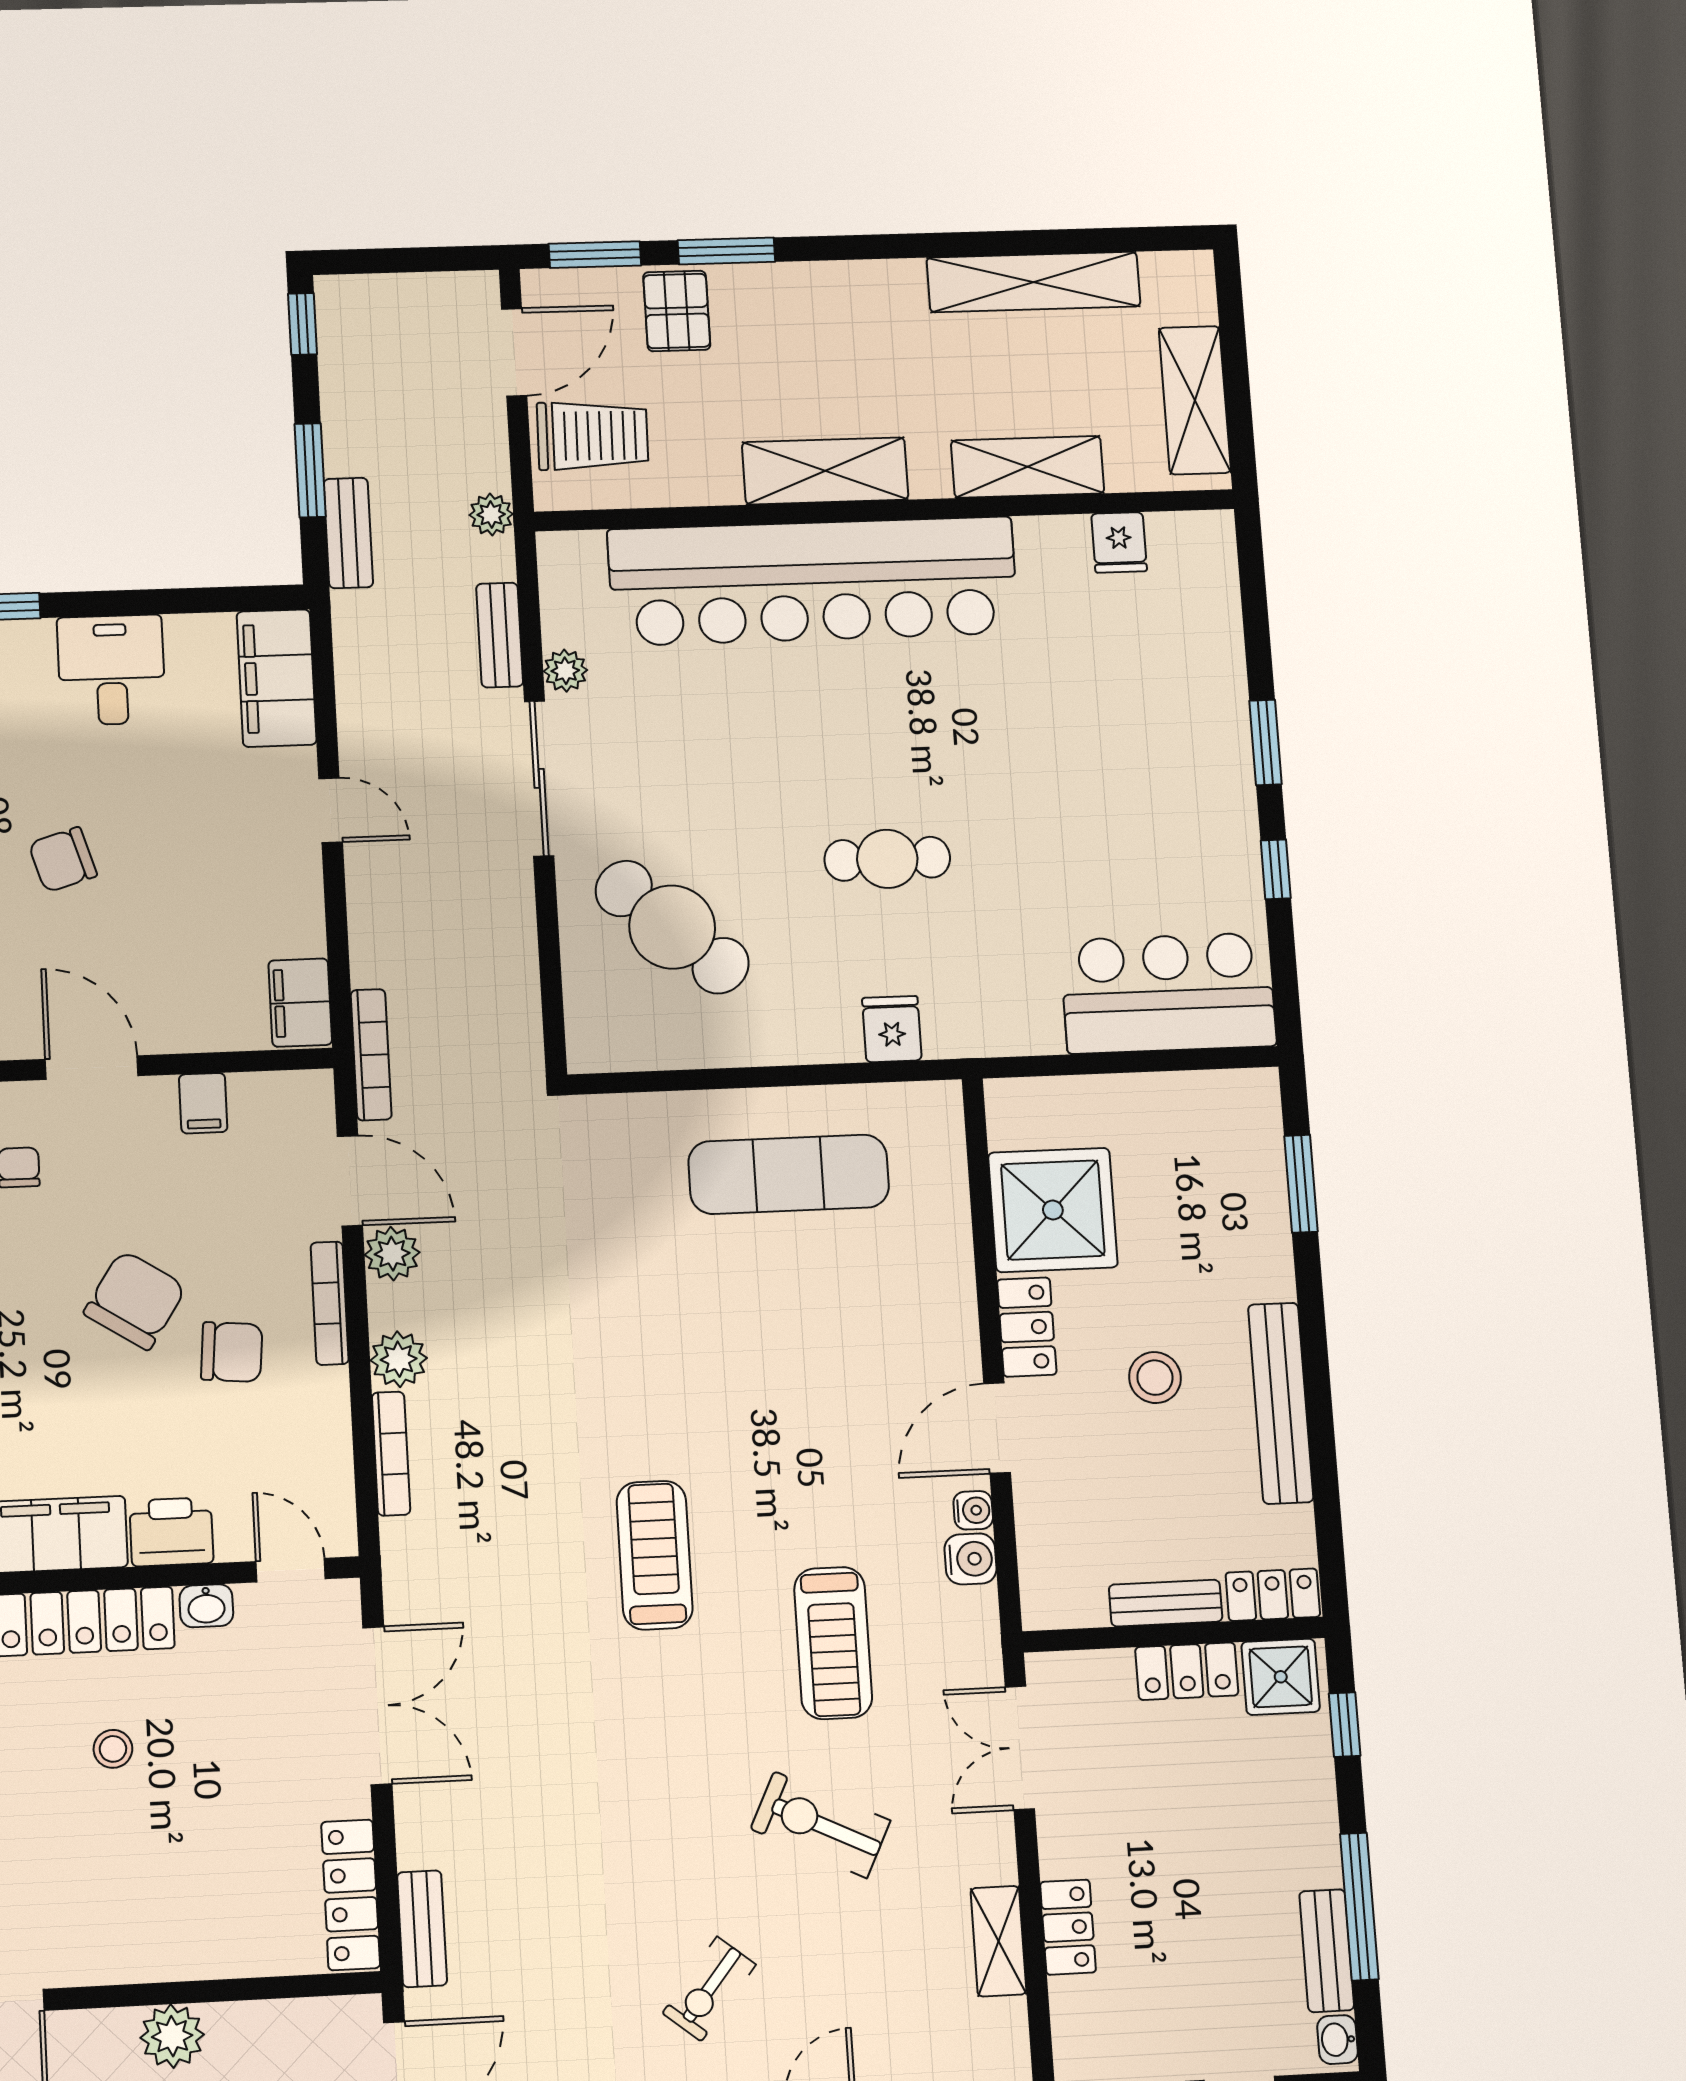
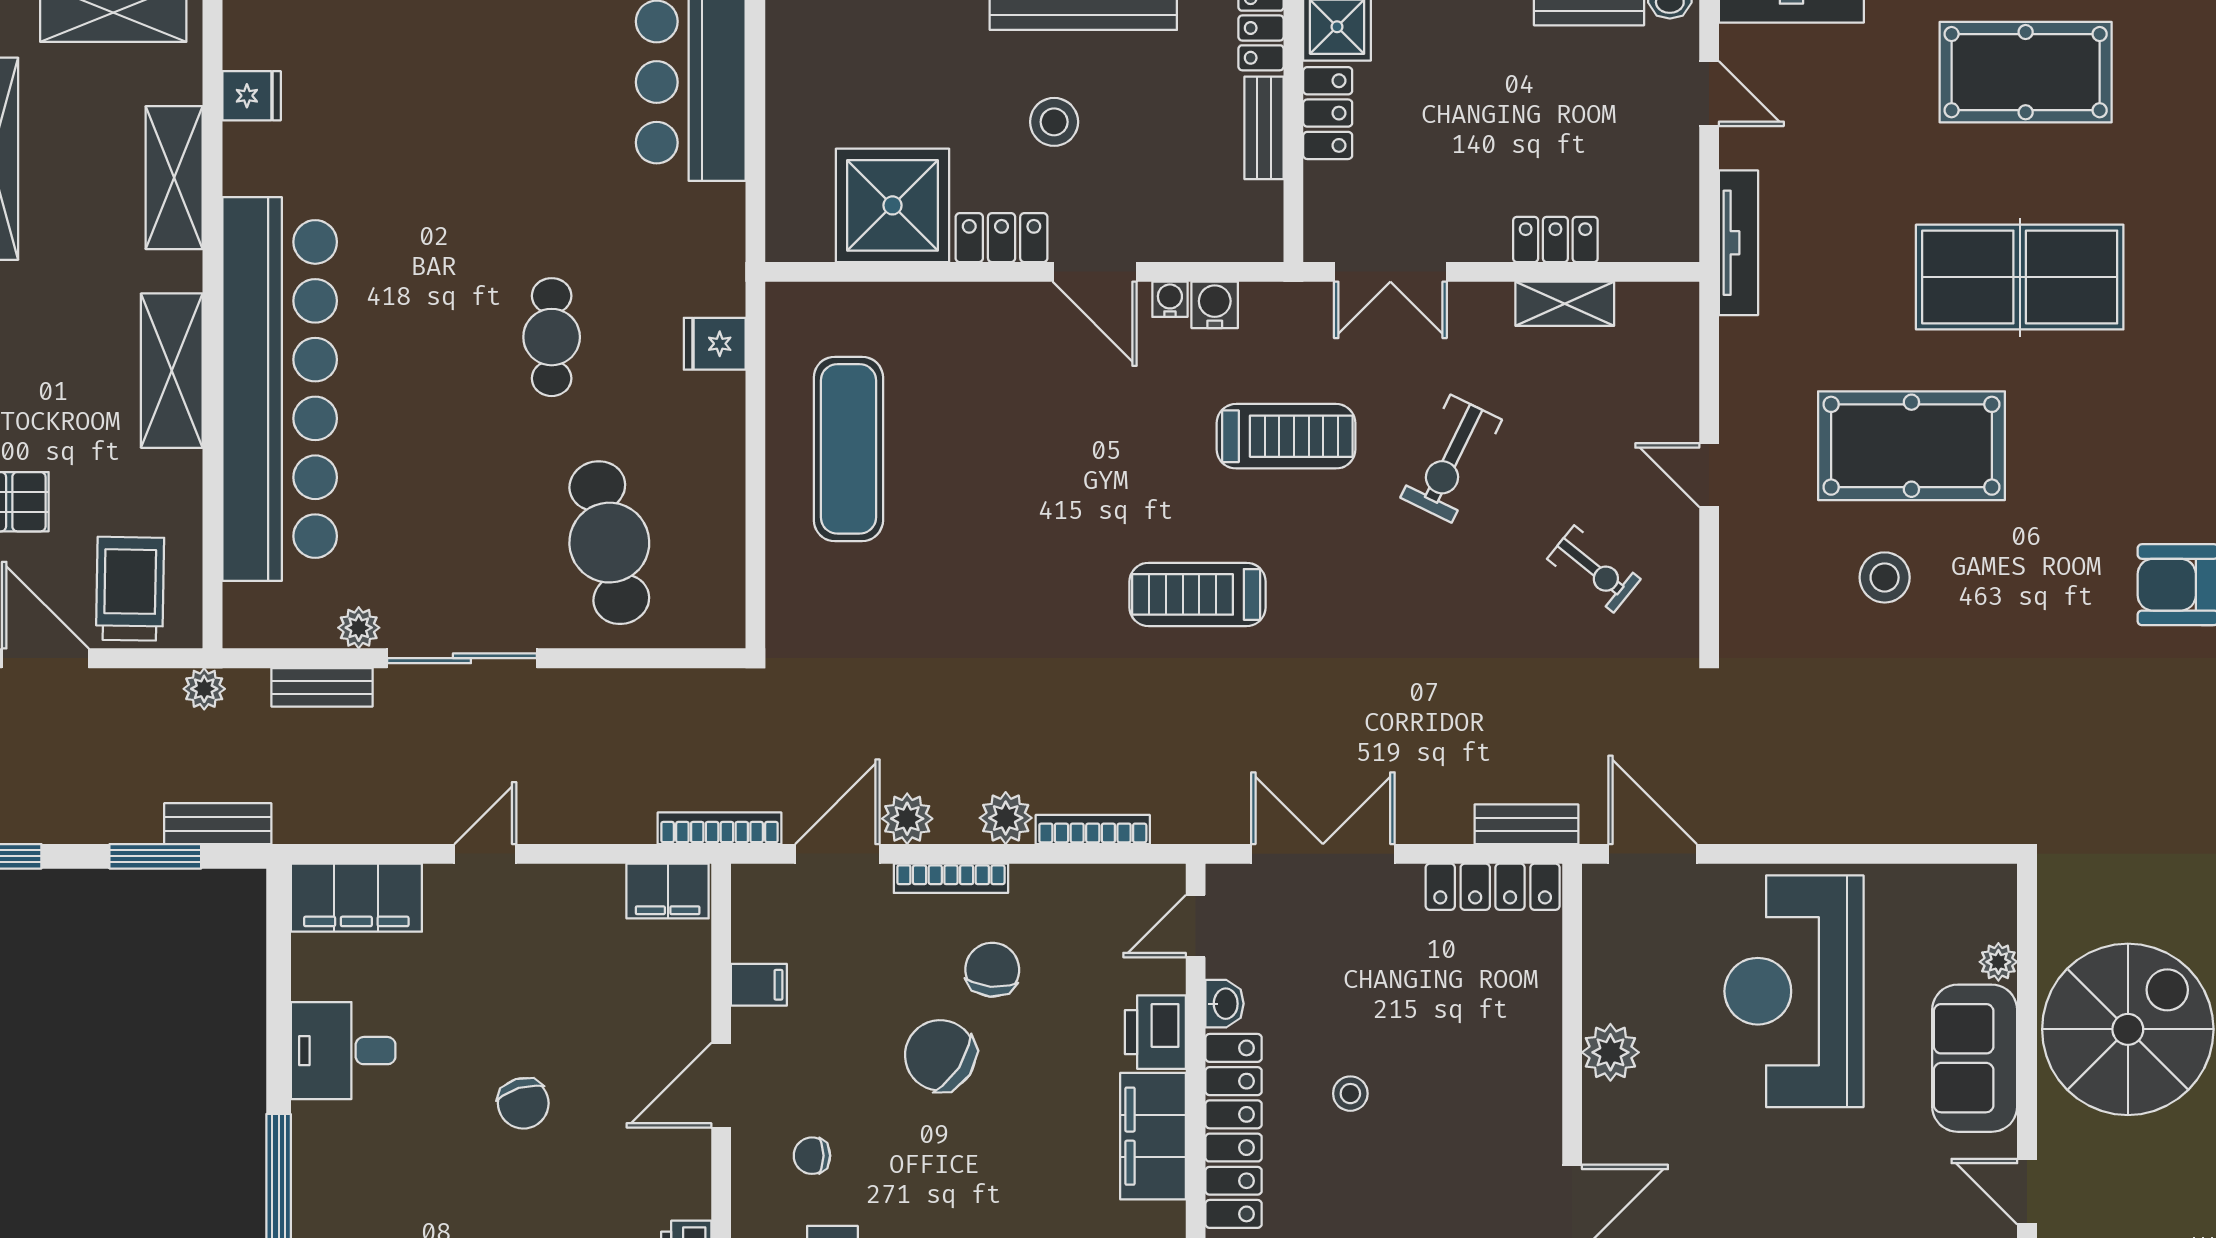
cafe table: (672, 927) -> (609, 543), turned -54

